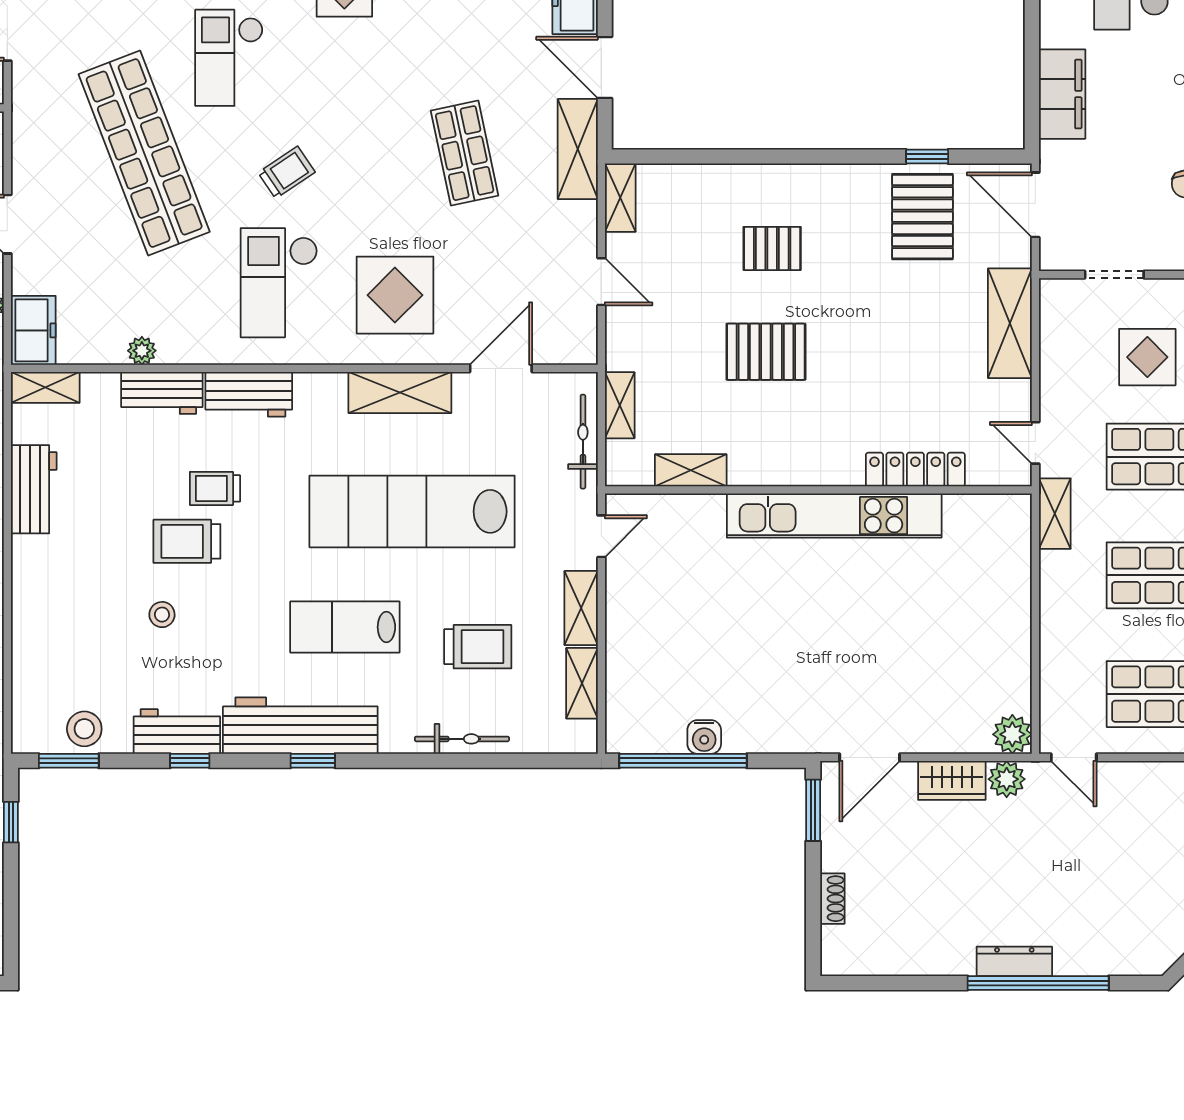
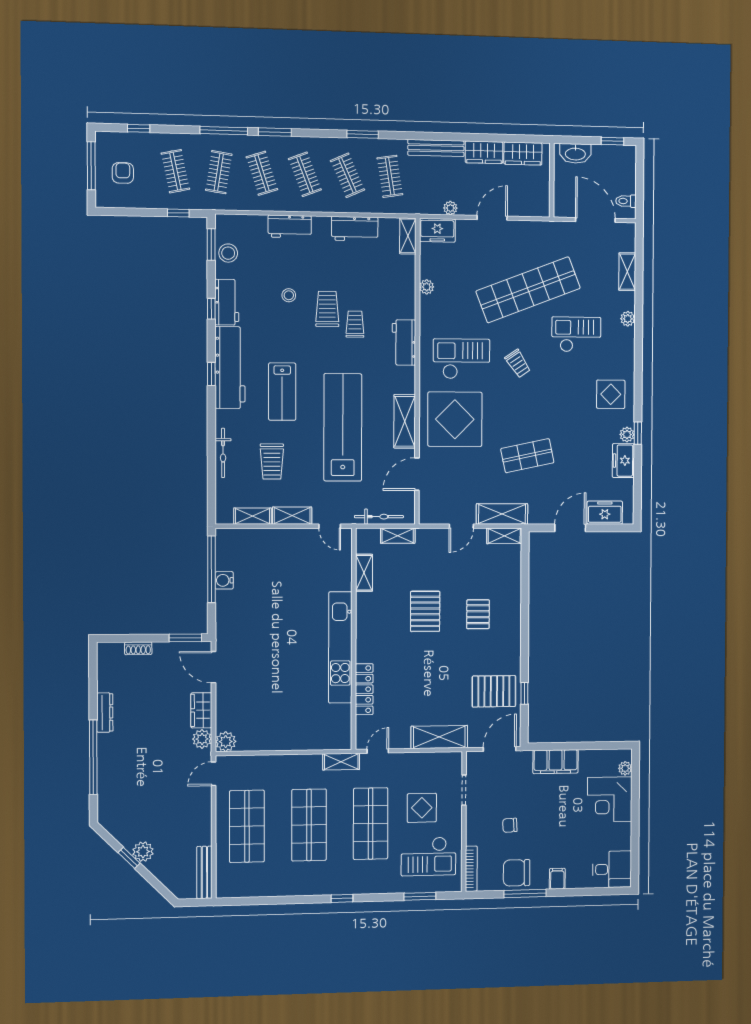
shelving: (578, 149) -> (502, 514), moved
display table: (395, 295) -> (455, 419), width x1.36, depth x1.36
door: (501, 368) -> (417, 474), swing flipped
workbench: (162, 393) -> (290, 226), moved, turned -90
lab bench: (345, 627) -> (282, 392), turned 180
dresser: (1014, 961) -> (105, 713), moved

